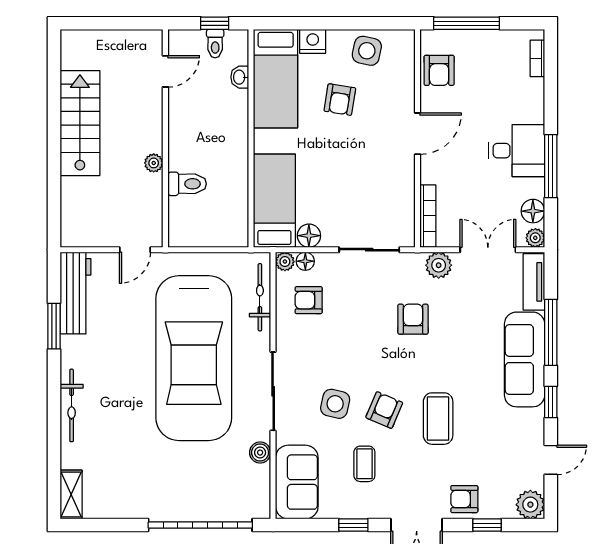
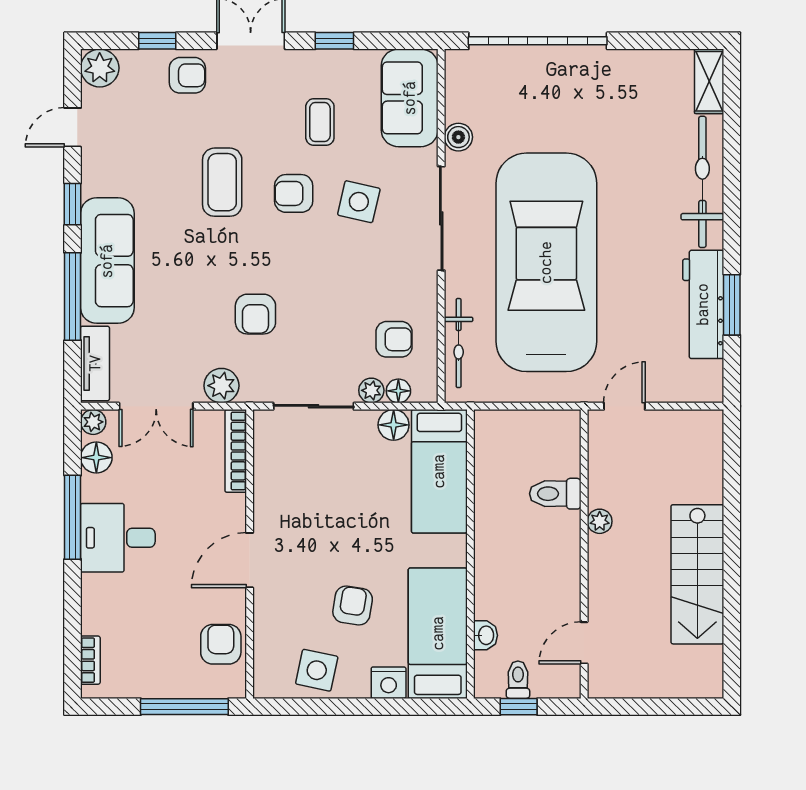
plant: (285, 262) -> (371, 390), moved
workbench: (75, 293) -> (703, 304), moved
bicycle: (72, 405) -> (702, 182), width x1.37, depth x1.40
armchair: (384, 410) -> (294, 193), turned 67

